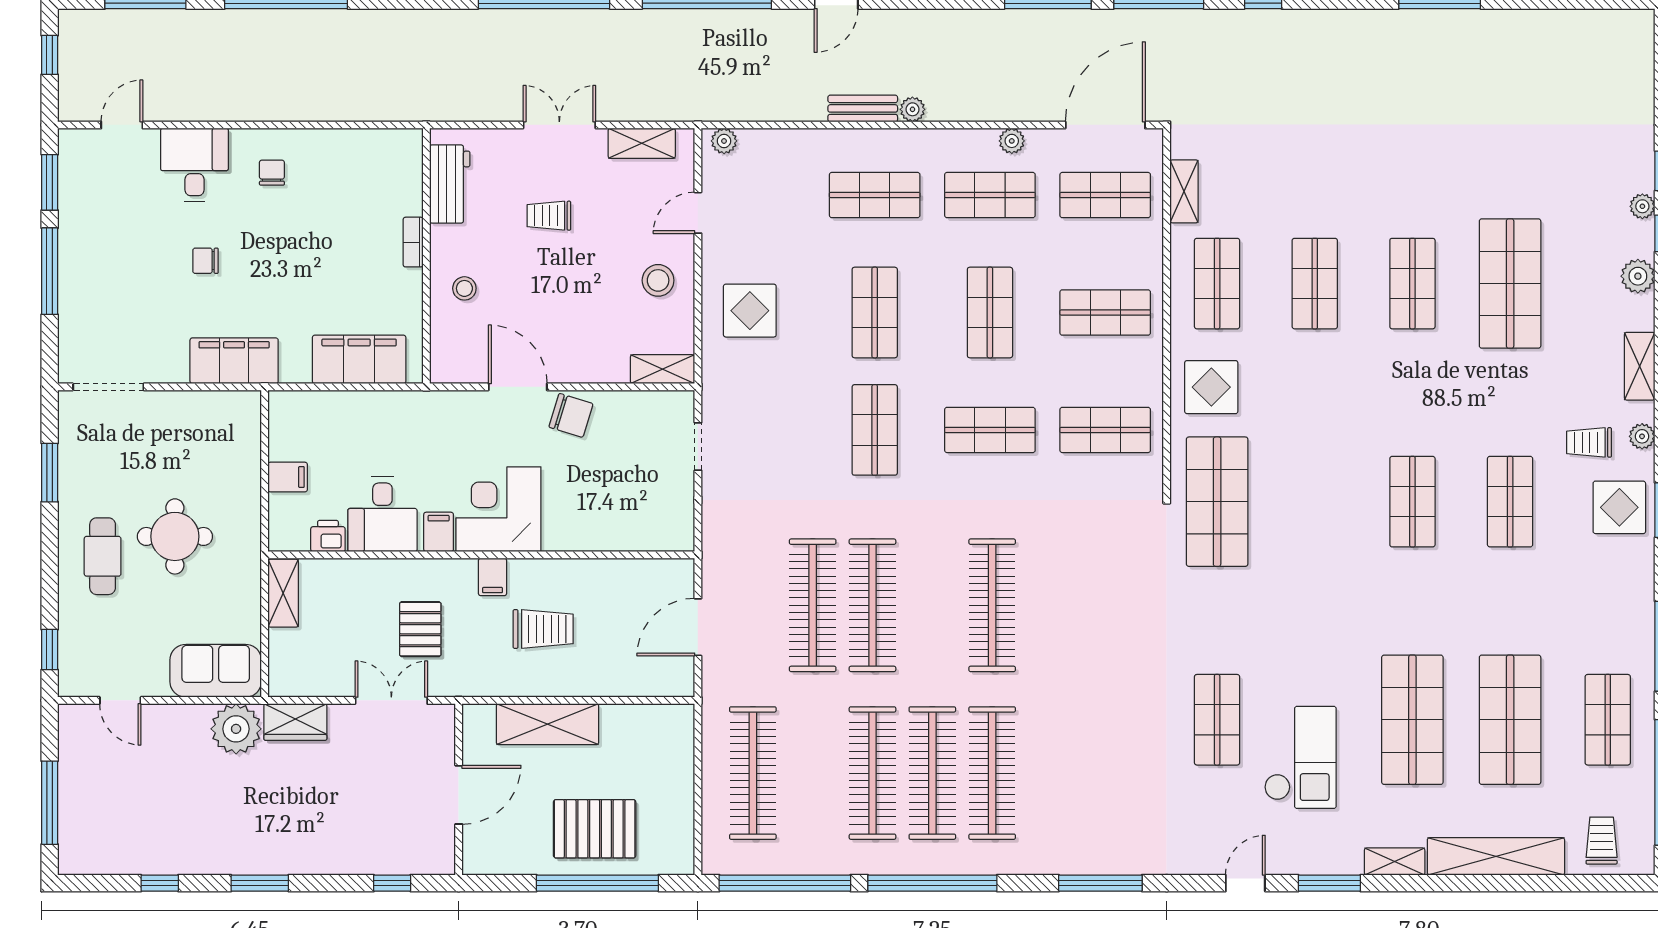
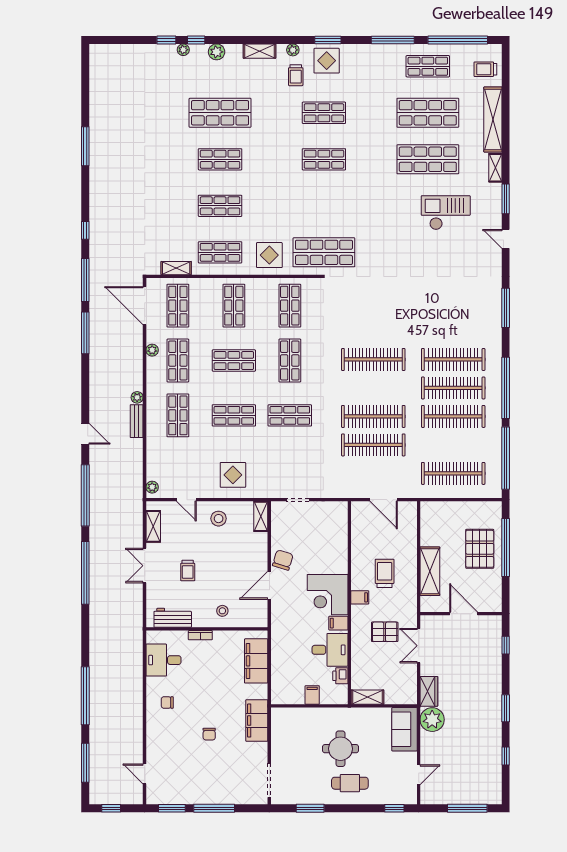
desk: (194, 165) -> (164, 660), moved
shop shelf: (1217, 720) -> (428, 252), removed

